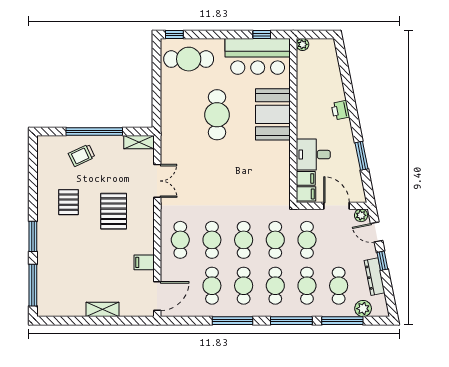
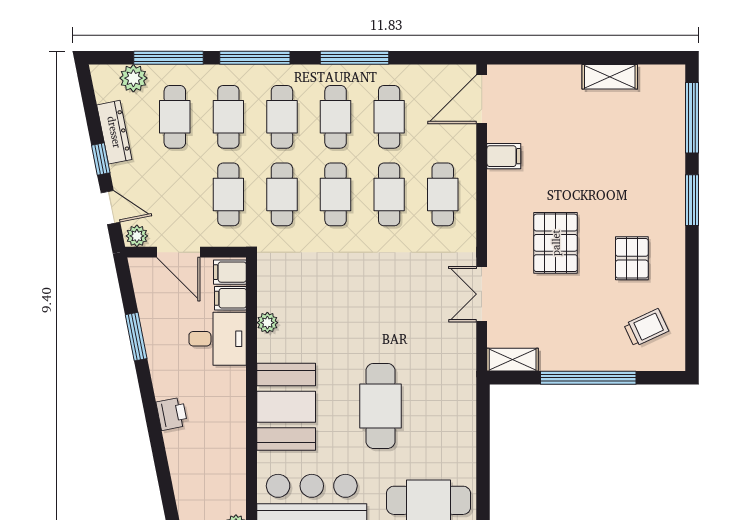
trolley: (82, 155) -> (646, 328), moved
plant: (284, 164) -> (267, 323), added
shelving: (102, 309) -> (610, 77), moved

